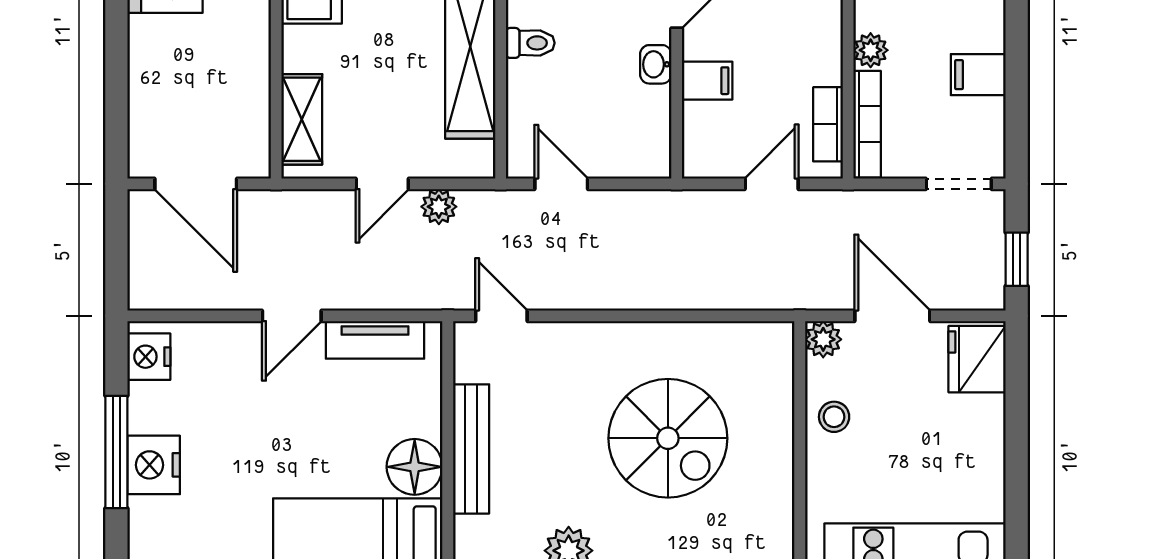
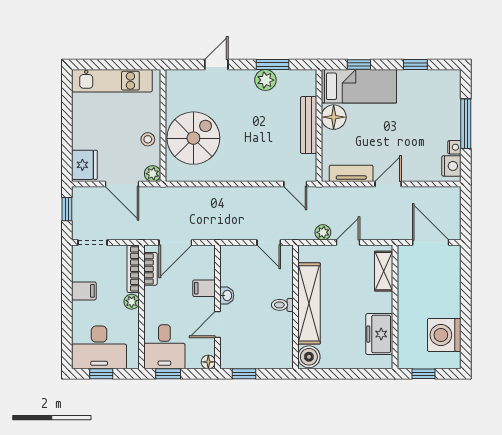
door: (772, 184) -> (175, 243), width x1.38
spiral stairs: (668, 438) -> (193, 138), moved, turned 90
nightstand: (154, 465) -> (454, 147), moved, width x0.53, depth x0.56

